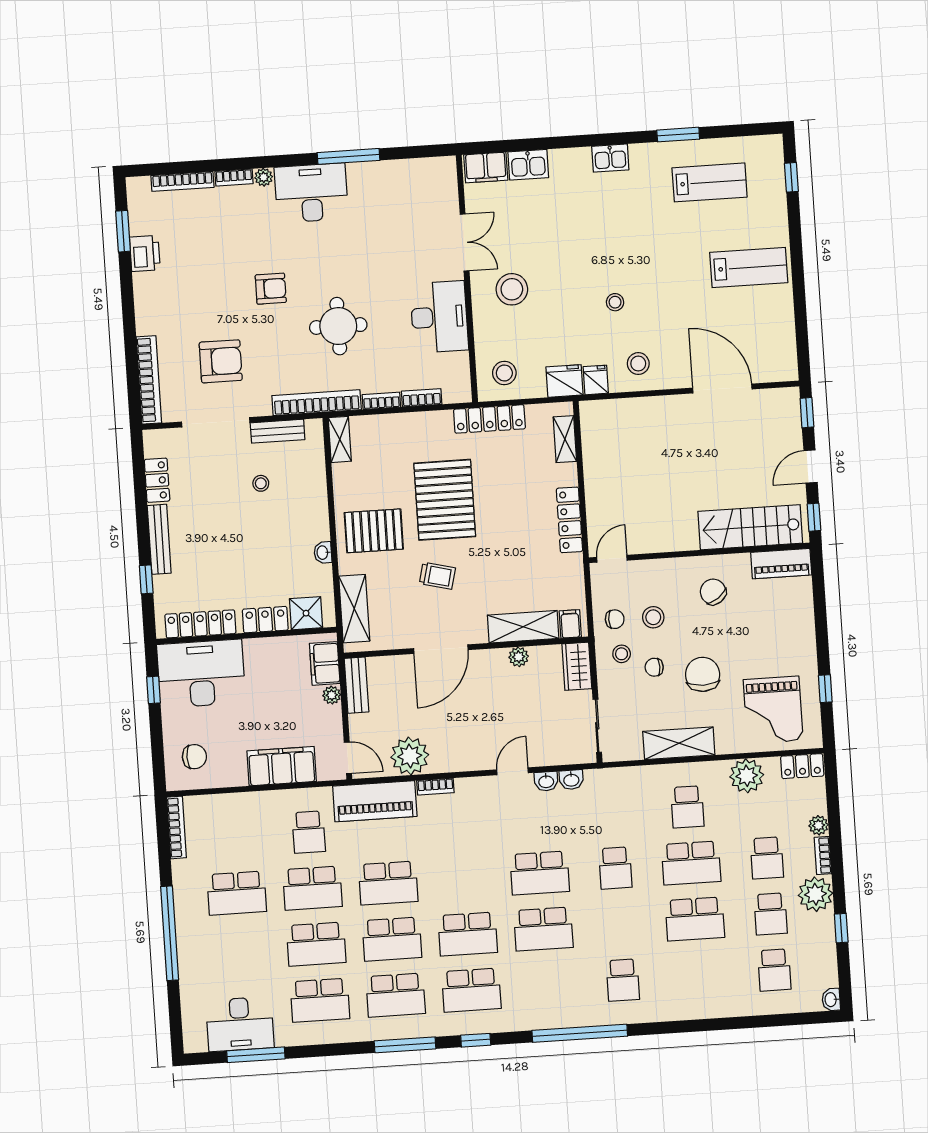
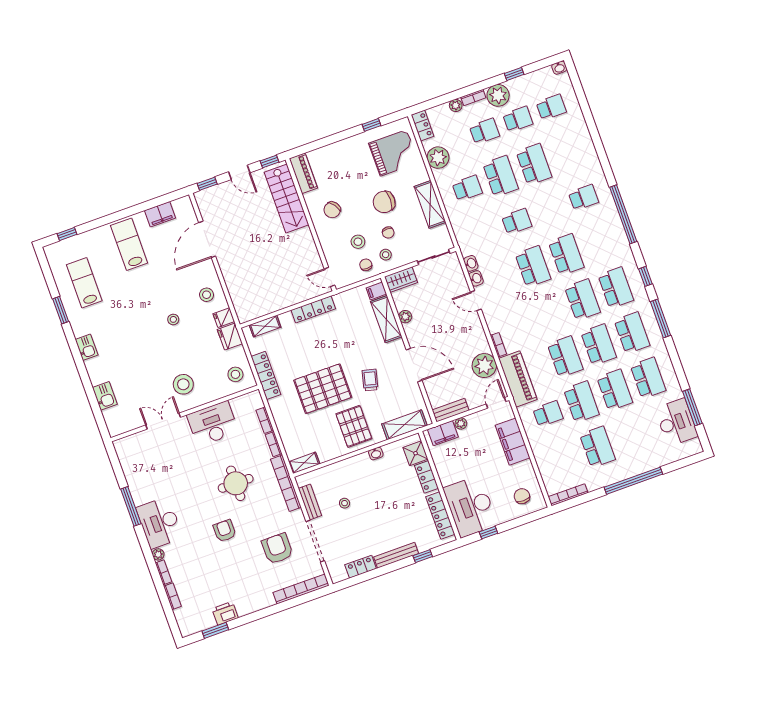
filing cabinet: (486, 167) -> (160, 214), moved, turned 90
bookcase: (182, 181) -> (172, 596), width x0.64

